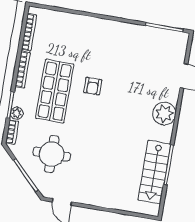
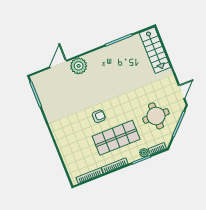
plant: (164, 114) -> (79, 66), moved
stairs: (154, 172) -> (155, 50), moved, turned 90

